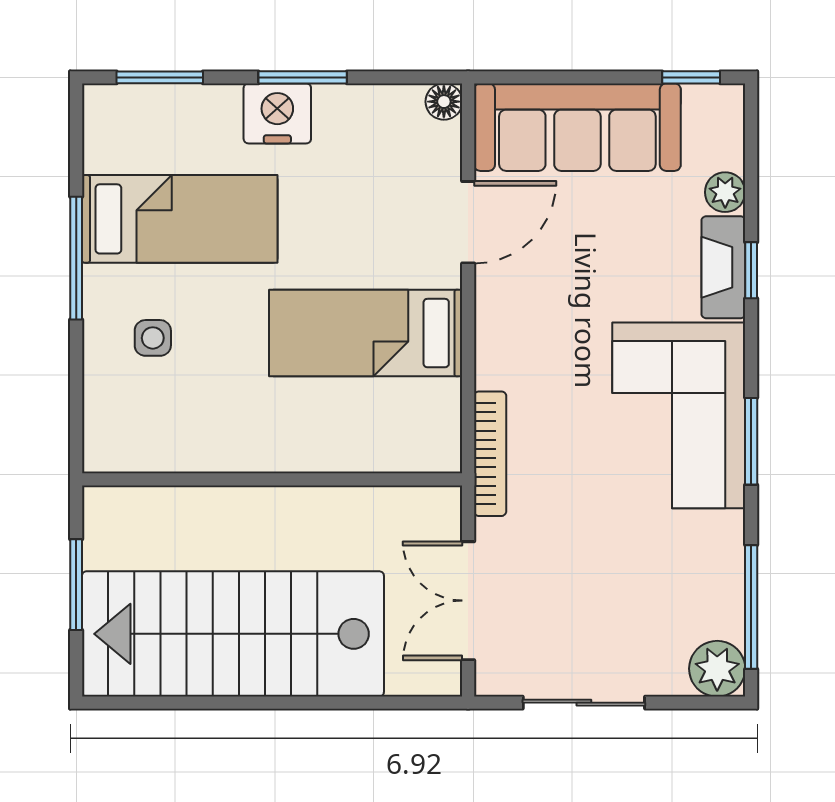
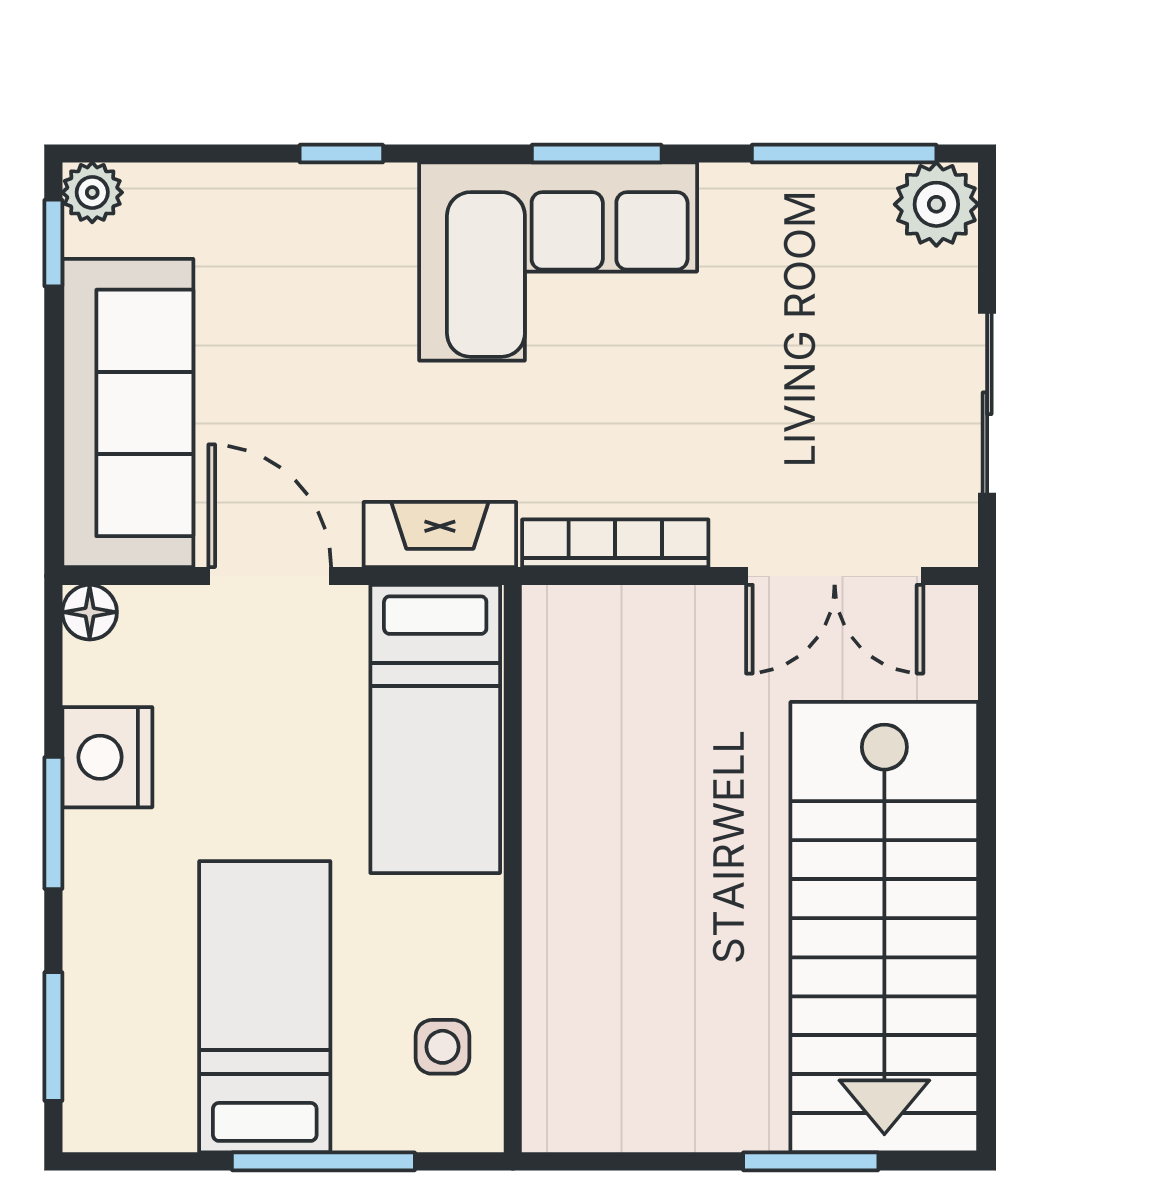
nightstand: (277, 113) -> (107, 757), moved
plant: (725, 192) -> (92, 192), moved
fireplace: (723, 267) -> (440, 534), moved, turned 180
wall: (272, 479) -> (513, 869), moved

